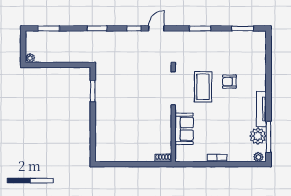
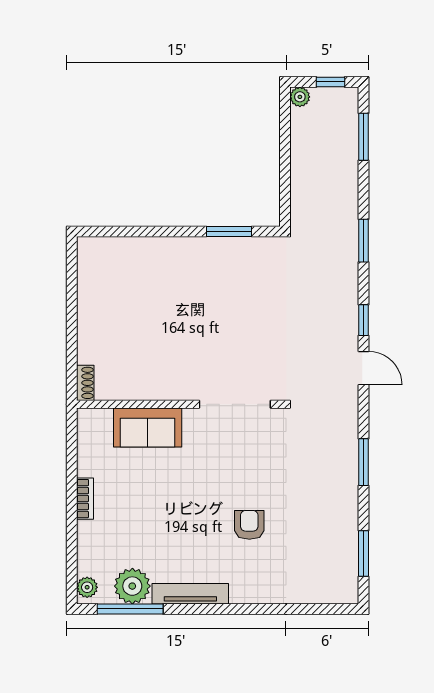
window: (23, 44) -> (330, 82), added
coffee table: (203, 87) -> (238, 468), removed

